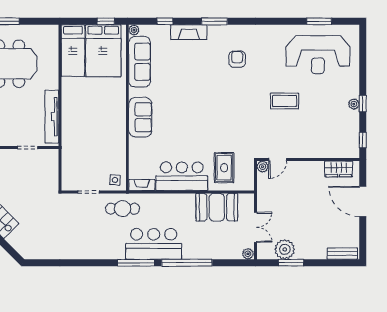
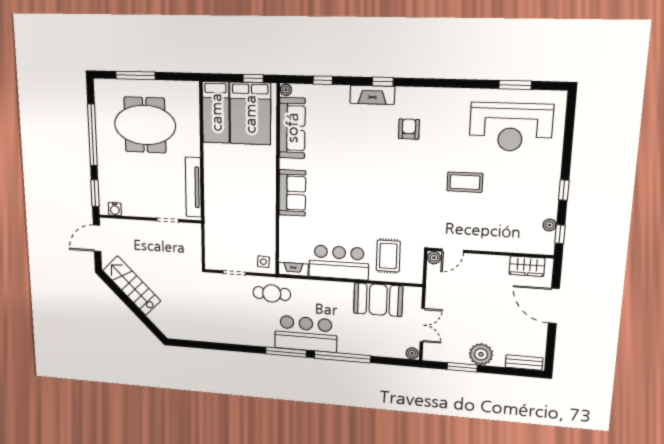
window: (214, 21) -> (383, 82), width x0.67
fireplace: (189, 32) -> (372, 95), moved
plant: (354, 104) -> (550, 225), moved
plant: (285, 249) -> (481, 354), moved

